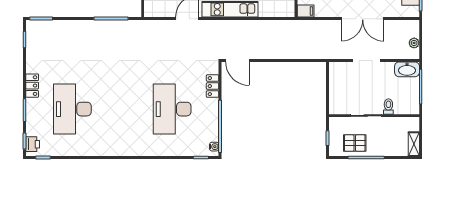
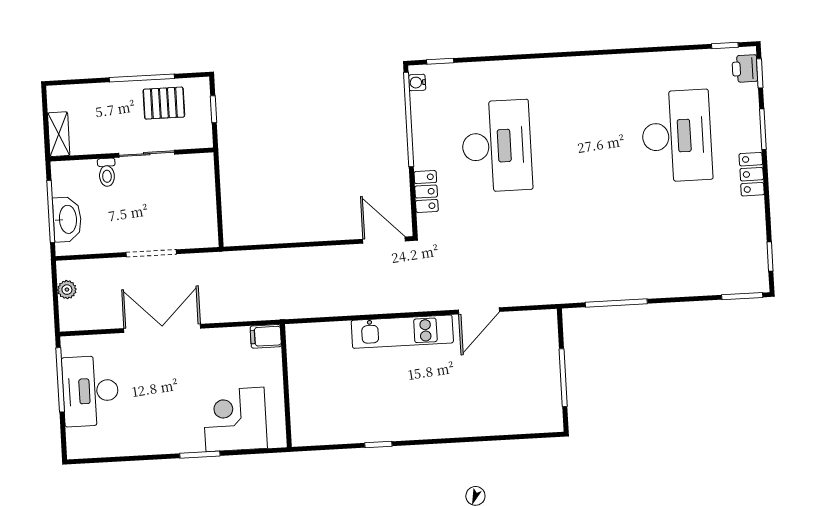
washbasin: (407, 69) -> (67, 219), moved, turned 90
shelving: (414, 144) -> (59, 134), moved

